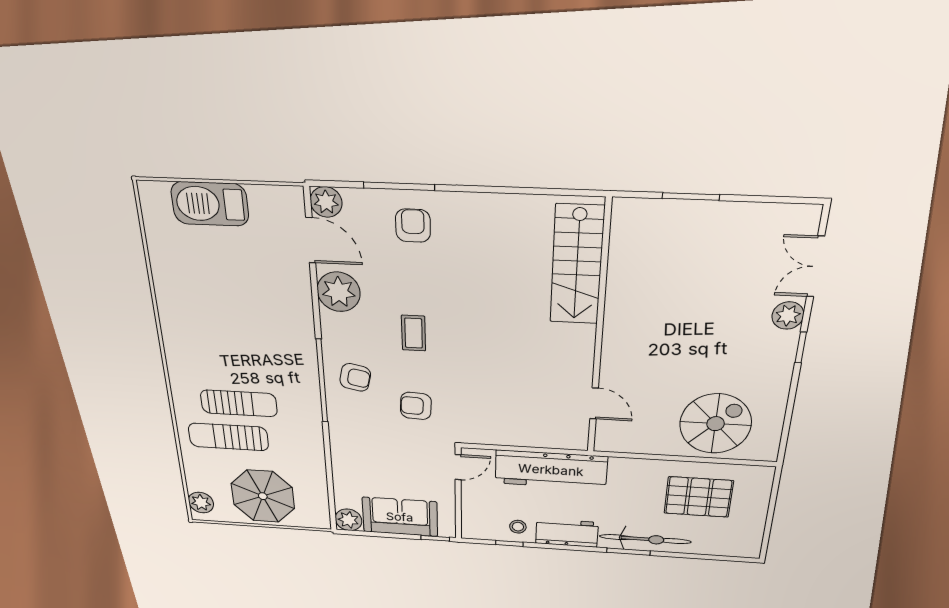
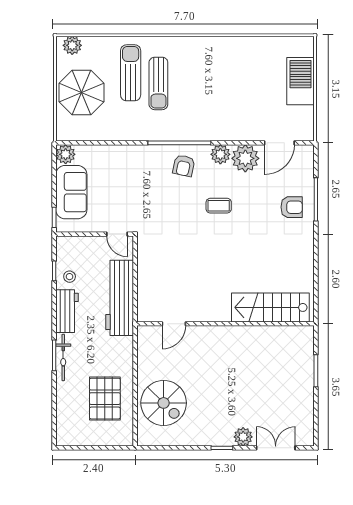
plant: (326, 202) -> (220, 154), moved
armchair: (416, 406) -> (164, 206), removed
bicycle: (645, 539) -> (63, 357), width x0.73, depth x0.71

